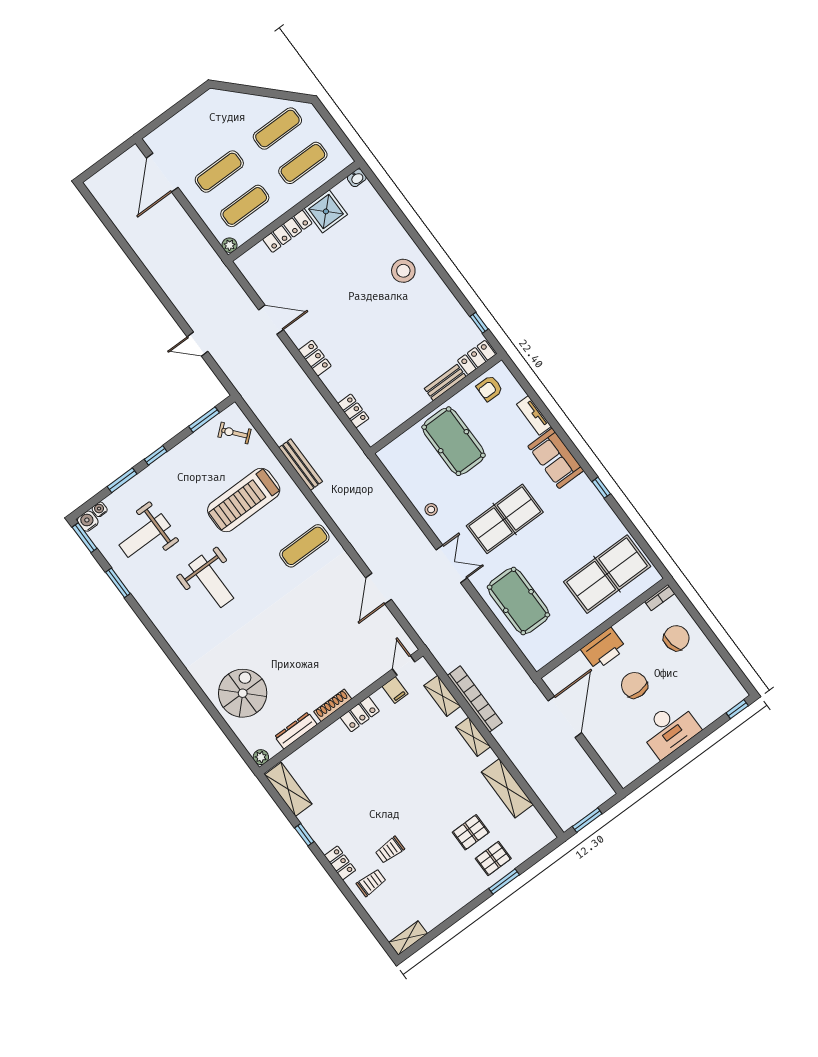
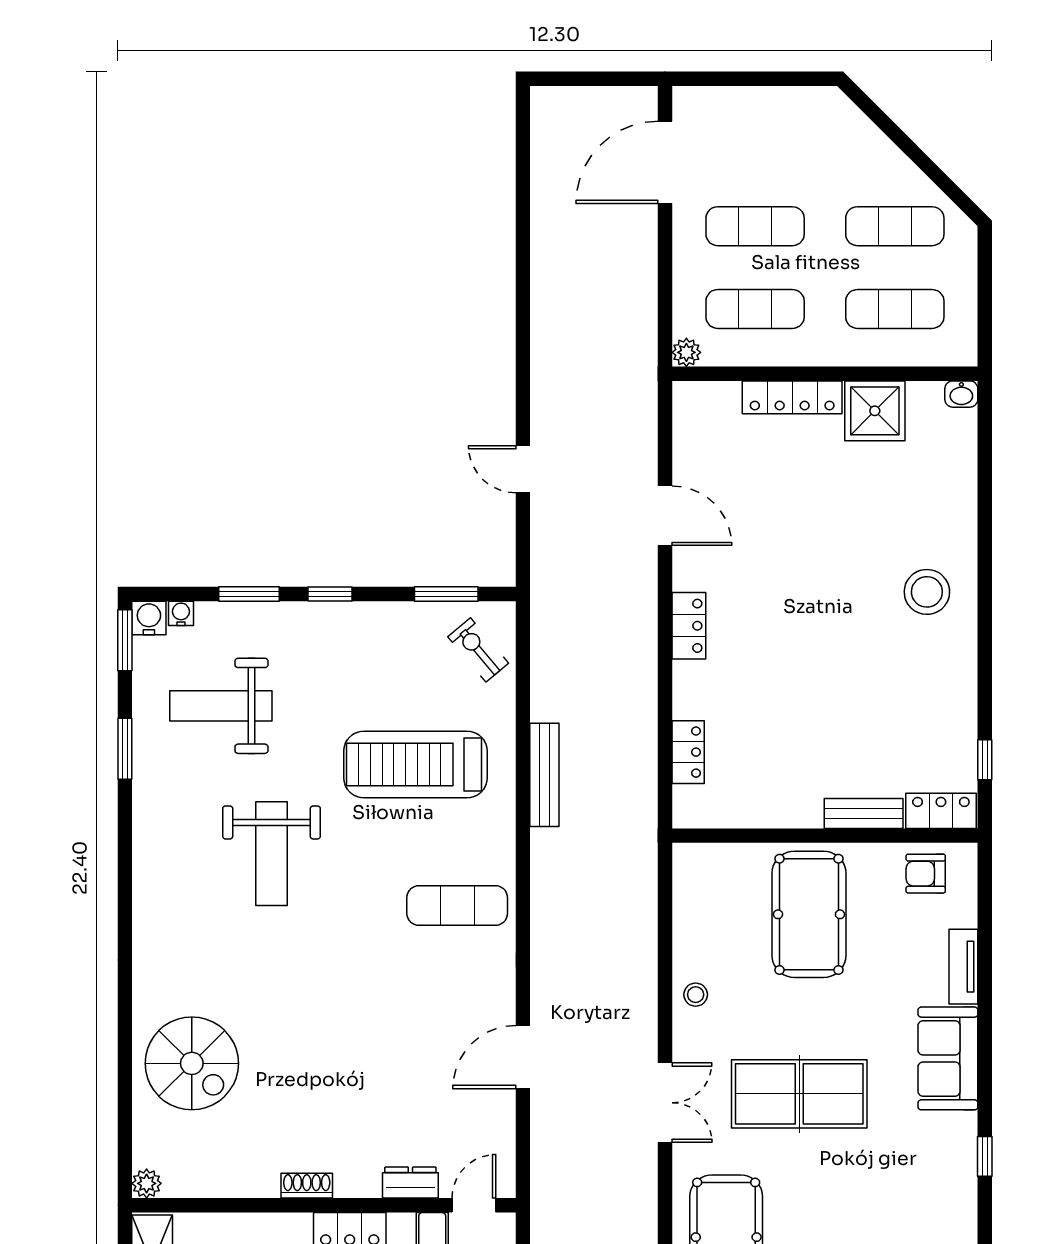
spiral stairs: (243, 693) -> (192, 1063), turned 90
shoe rack: (333, 705) -> (307, 1186), width x0.70
dresser: (296, 731) -> (410, 1183), moved, width x0.70

